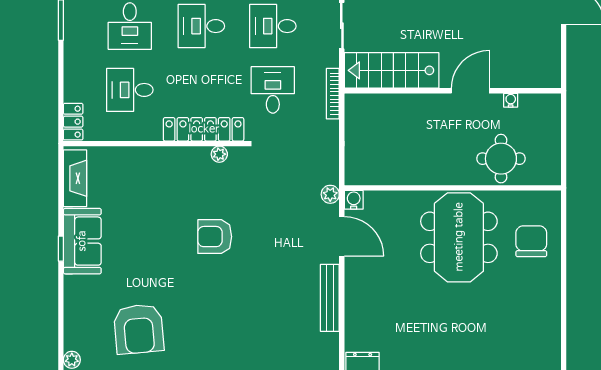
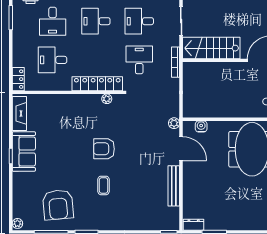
water cooler: (354, 200) -> (201, 126), moved
coffee table: (214, 297) -> (103, 185), added

